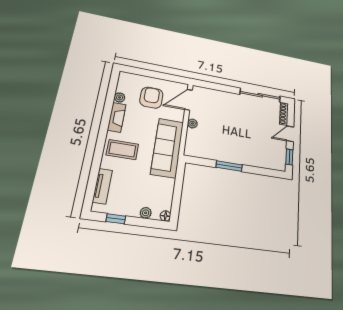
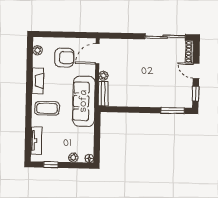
plant: (120, 97) -> (38, 50), moved
armchair: (151, 98) -> (64, 58), turned 90
door: (290, 134) -> (196, 71), hinge flipped
bench: (190, 143) -> (103, 94), added
window: (229, 166) -> (173, 111), moved

